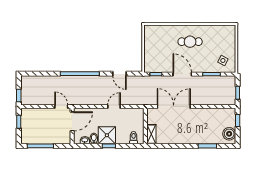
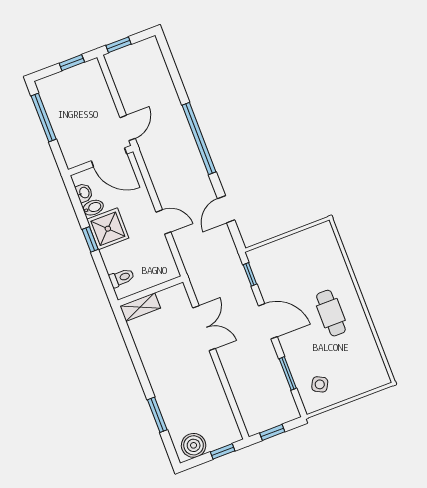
door: (182, 74) -> (268, 321), hinge flipped
double door: (174, 107) -> (204, 328), width x0.73

